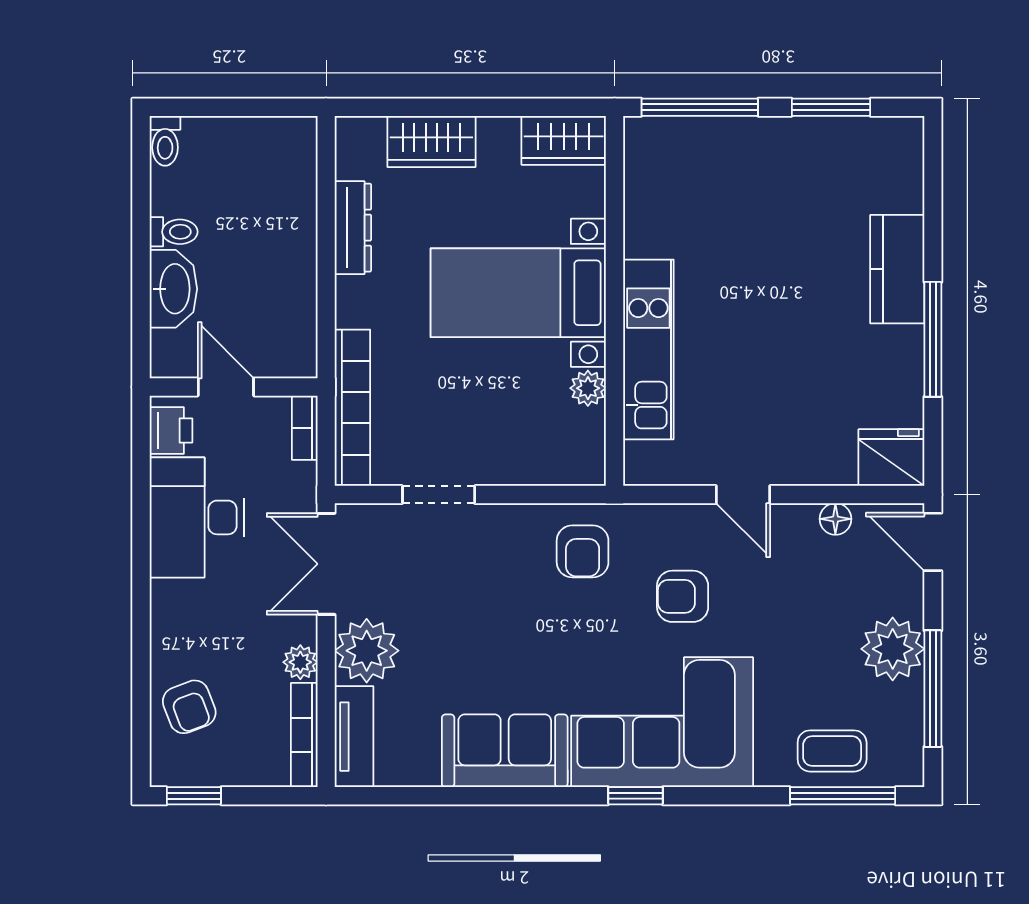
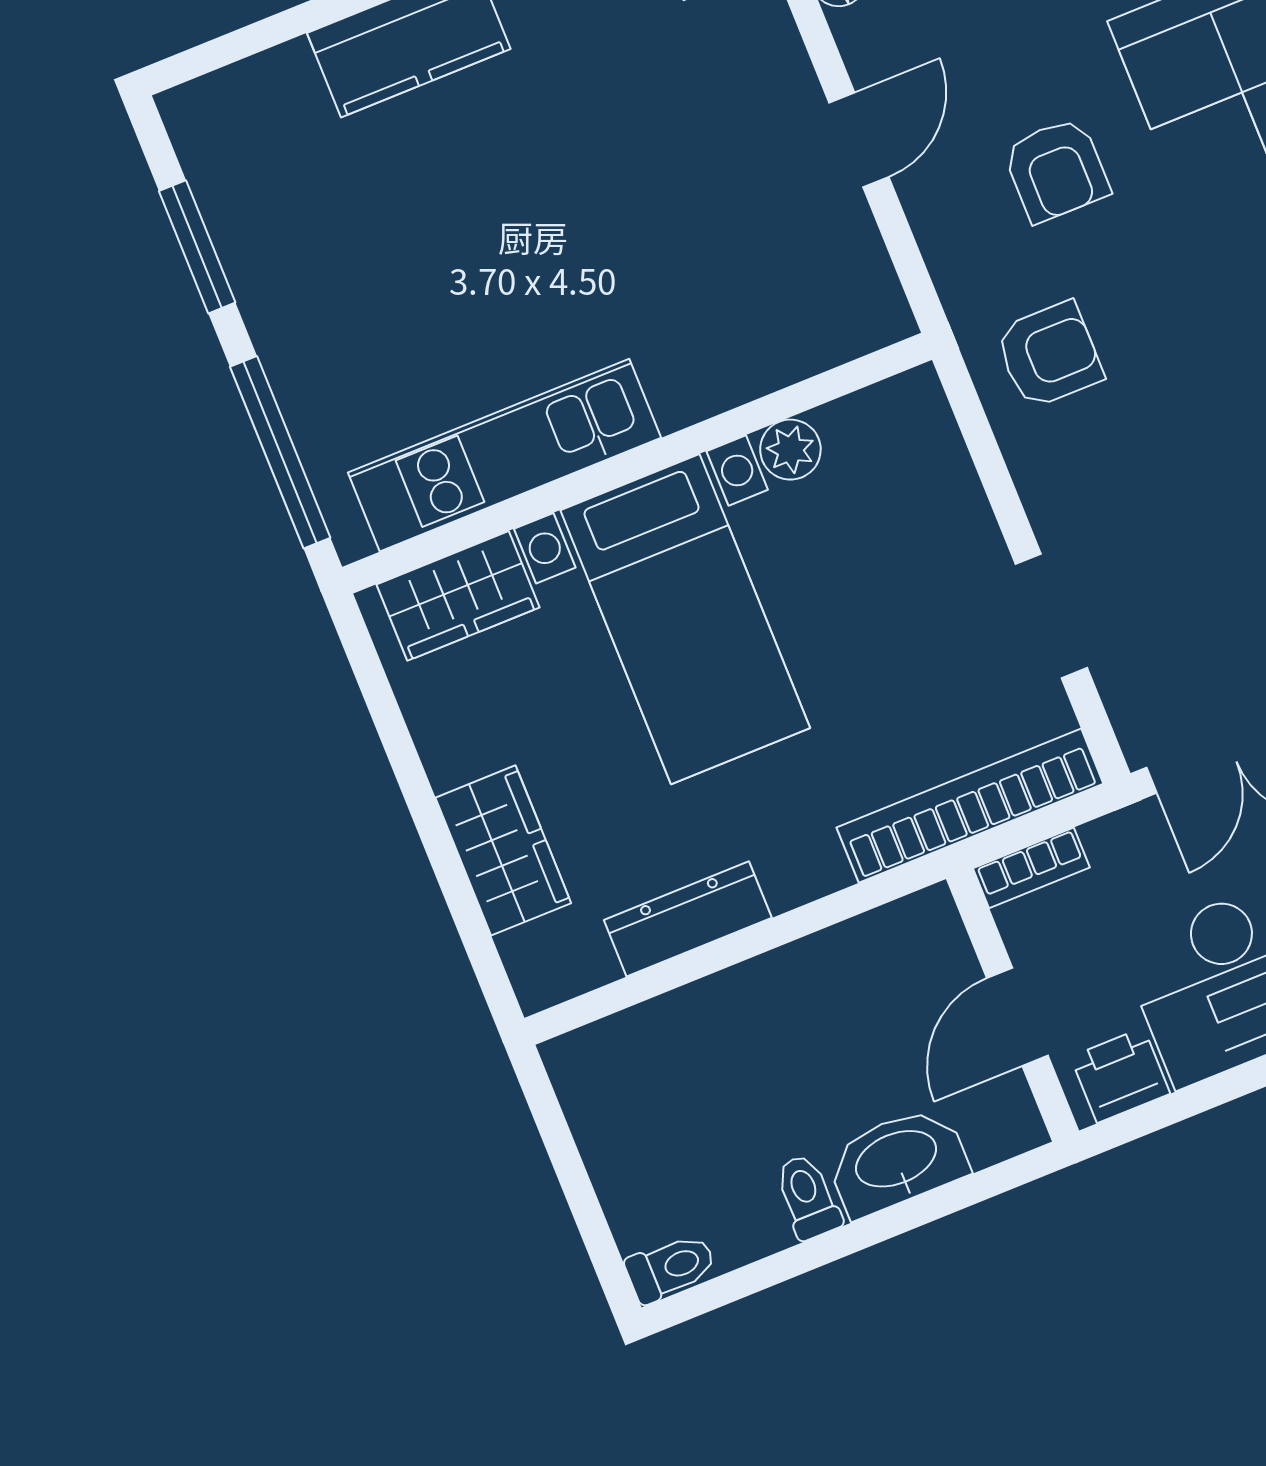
wardrobe: (564, 140) -> (458, 596), moved, turned 90
kitchen unit: (648, 349) -> (505, 455), moved

